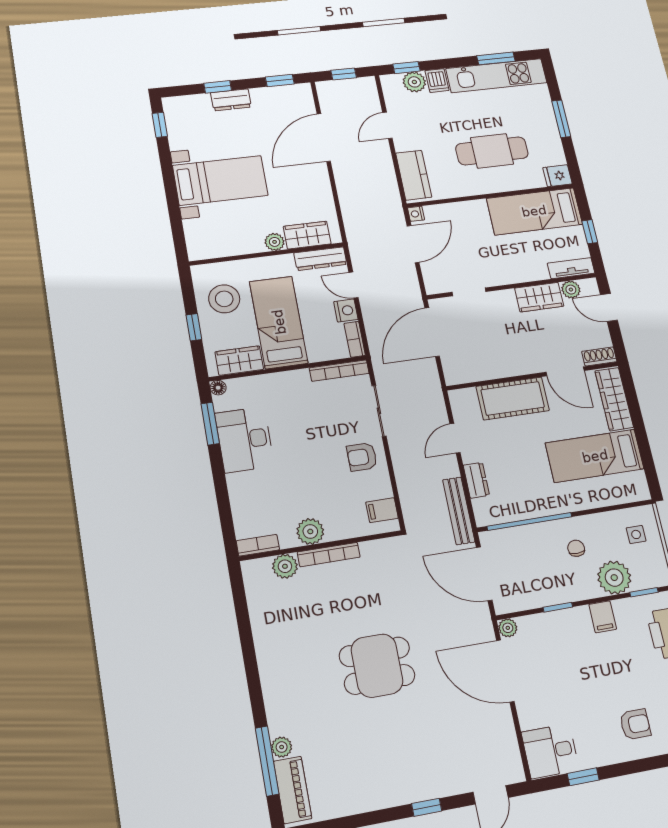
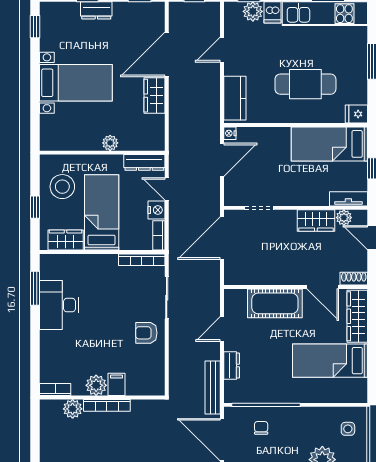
wardrobe: (307, 235) -> (154, 96), moved, turned -90
floor lamp: (218, 388) -> (46, 260), removed
filing cabinet: (382, 510) -> (116, 384), moved, turned 90
chair: (576, 548) -> (261, 428), moved

